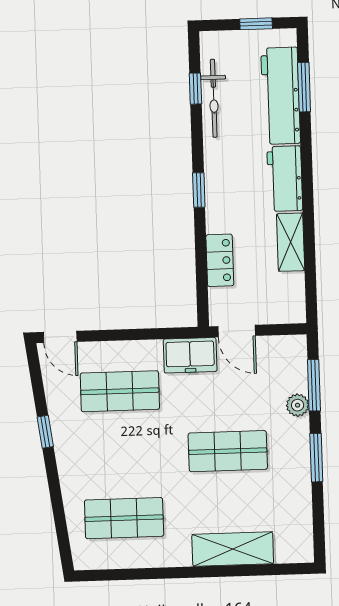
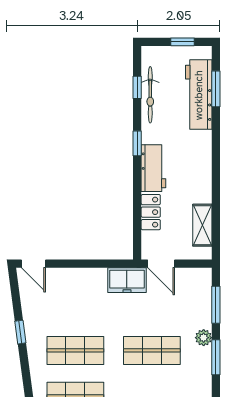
workbench: (285, 179) -> (153, 168), moved, turned 180
window: (199, 190) -> (137, 143), moved
shelving: (291, 242) -> (202, 225), moved
shop shelf: (120, 391) -> (75, 350), moved
plant: (298, 405) -> (204, 338), moved

